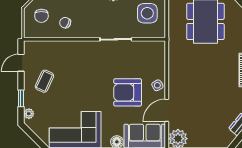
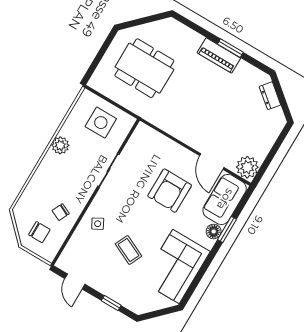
coffee table: (44, 81) -> (128, 250), moved
side table: (157, 85) -> (98, 224), moved
plant: (29, 114) -> (131, 304), removed

